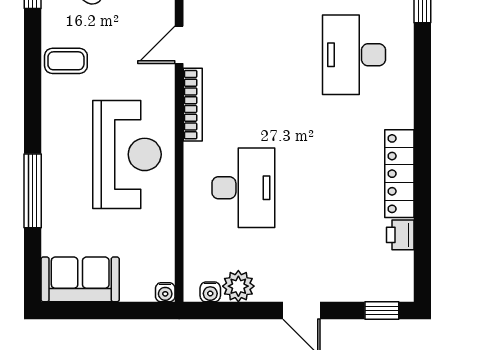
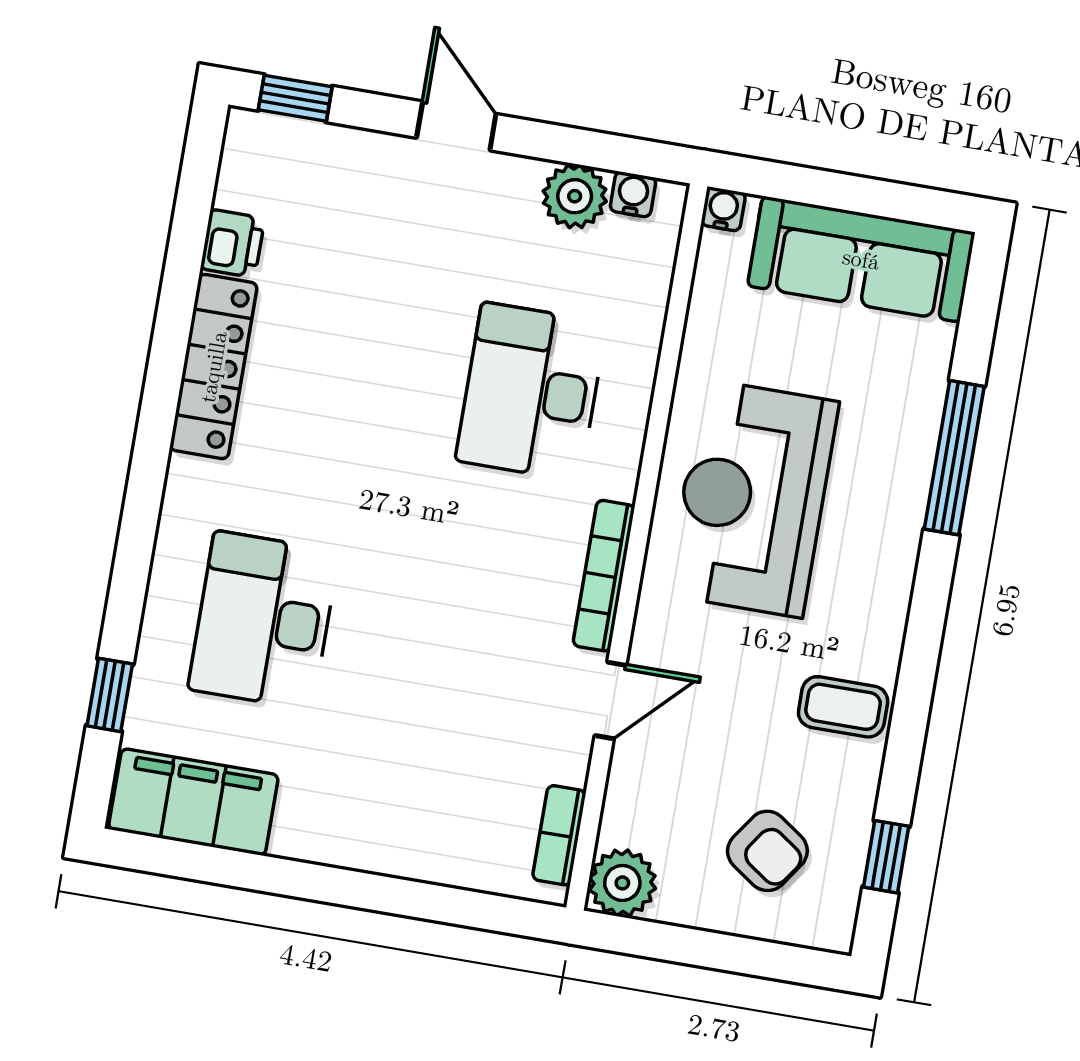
desk: (354, 55) -> (264, 620), turned 180
sofa: (80, 279) -> (861, 259), width x1.36

